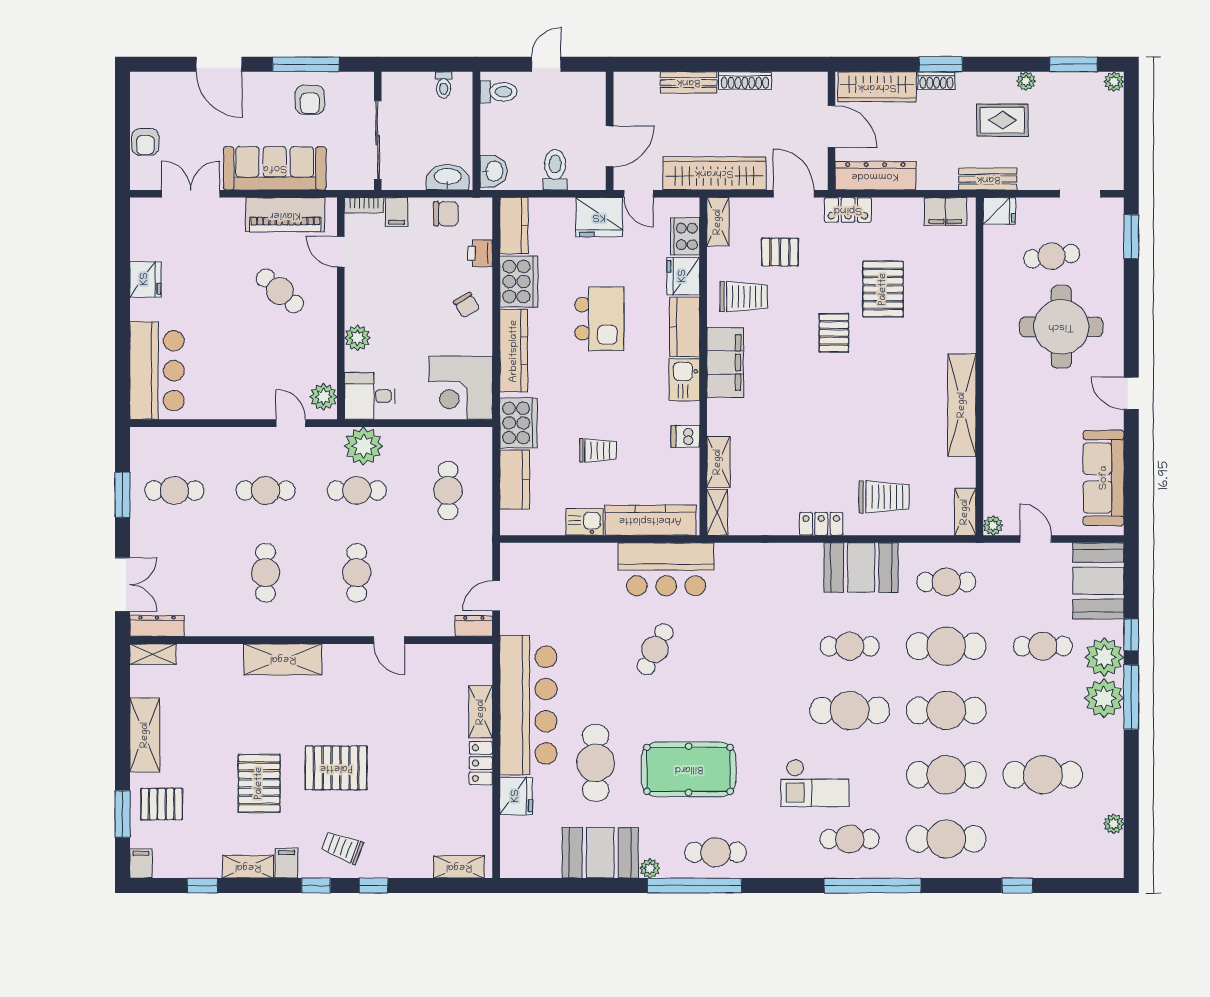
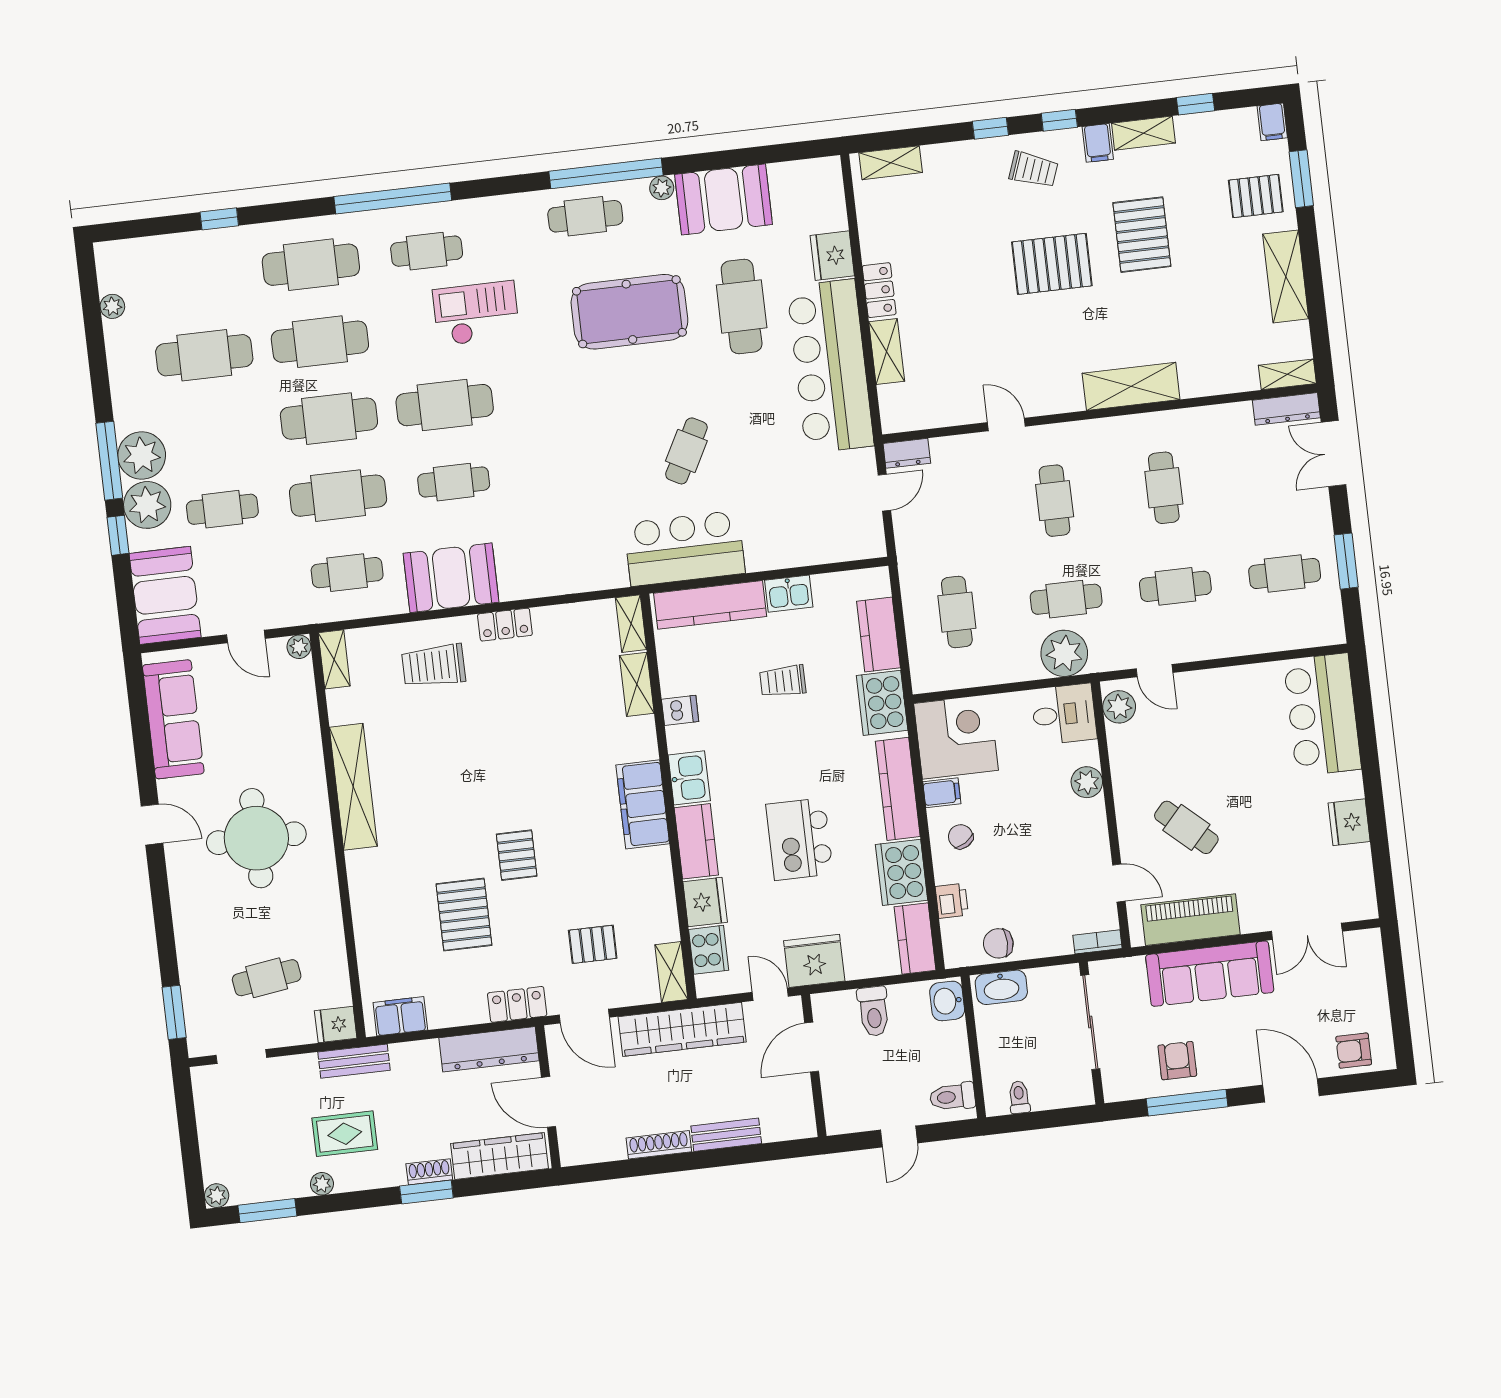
armchair: (145, 142) -> (1354, 1051), moved, turned -90
filing cabinet: (397, 212) -> (942, 793), moved, turned 90
trolley: (744, 297) -> (630, 886), removed
round table: (1061, 327) -> (256, 838), moved

